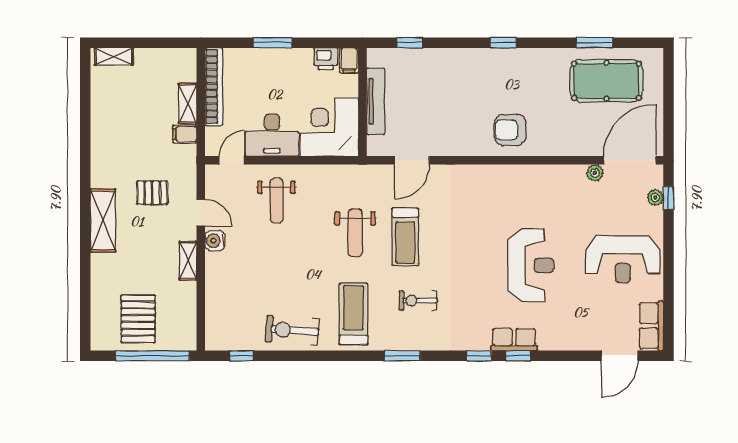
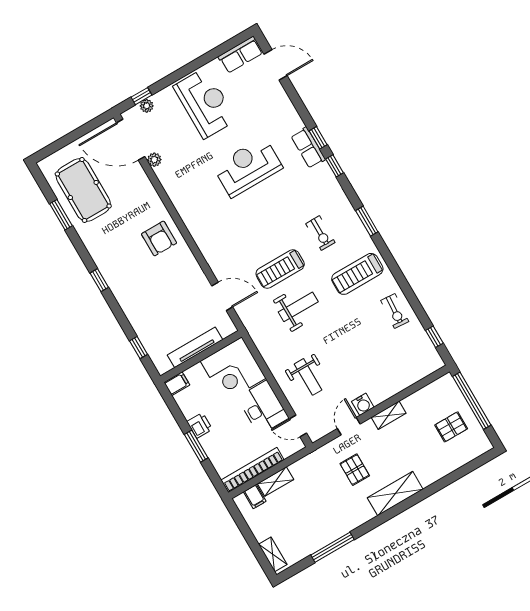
printer: (326, 59) -> (200, 425), moved
window: (85, 123) -> (333, 547), added
filing cabinet: (185, 134) -> (255, 497), moved
weight bench: (277, 201) -> (308, 377), turned 90
treadmill: (405, 237) -> (280, 269), turned 180
pallet: (138, 319) -> (451, 427), width x0.67, depth x0.71
exercise bike: (292, 330) -> (395, 311), width x0.73, depth x0.72

